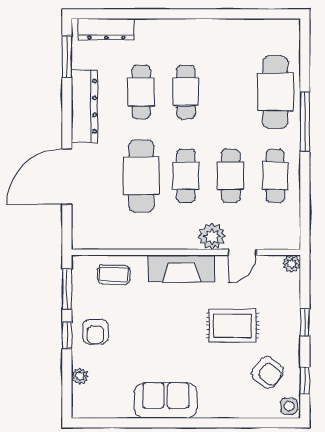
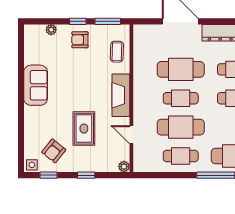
cafe table: (231, 176) -> (181, 127), width x1.37, depth x1.35
plant: (212, 236) -> (142, 115), removed

